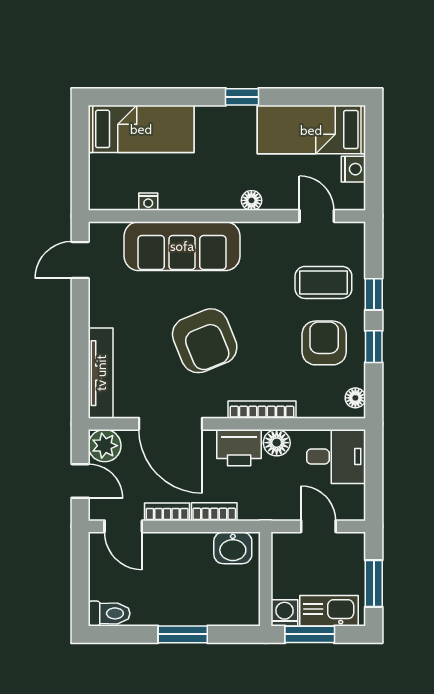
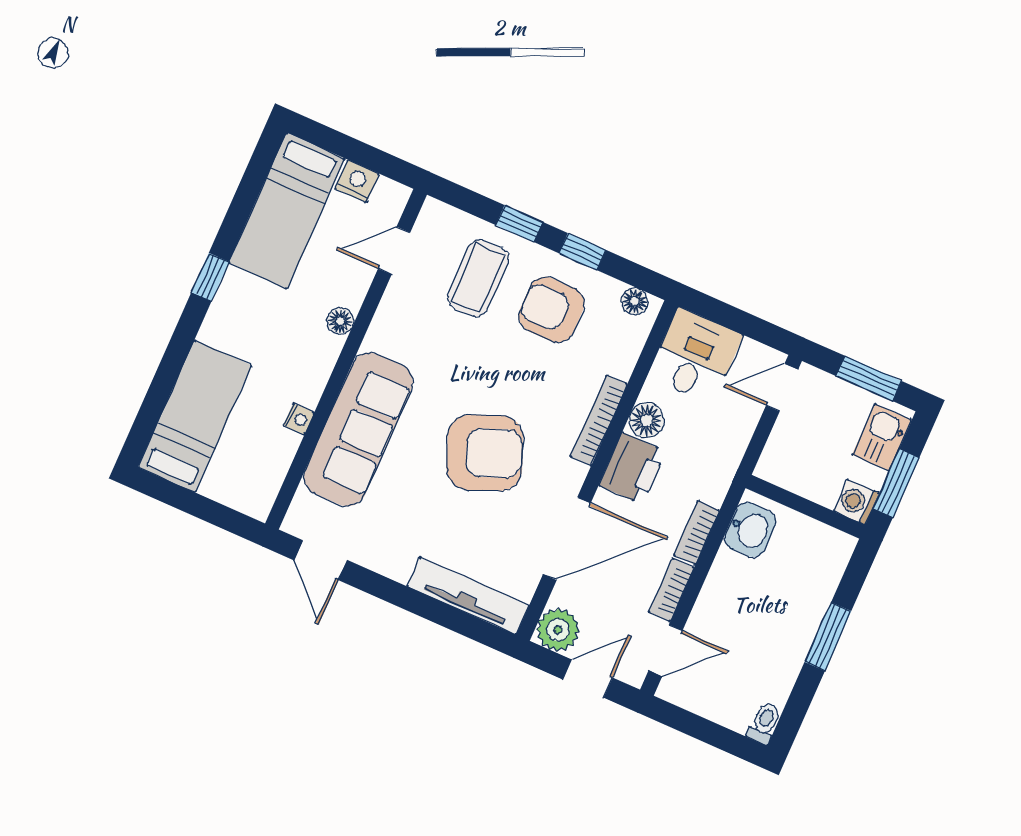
nightstand: (148, 202) -> (299, 419), moved
door: (318, 526) -> (782, 387), moved
kitchen sink: (329, 611) -> (882, 437), width x0.73
toilet: (109, 613) -> (764, 723), width x0.73, depth x0.72

